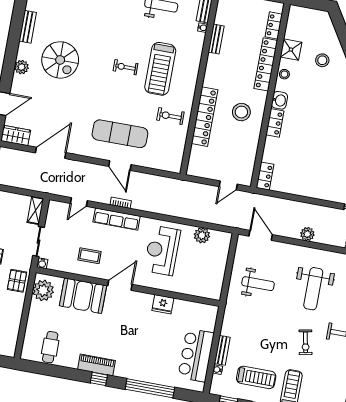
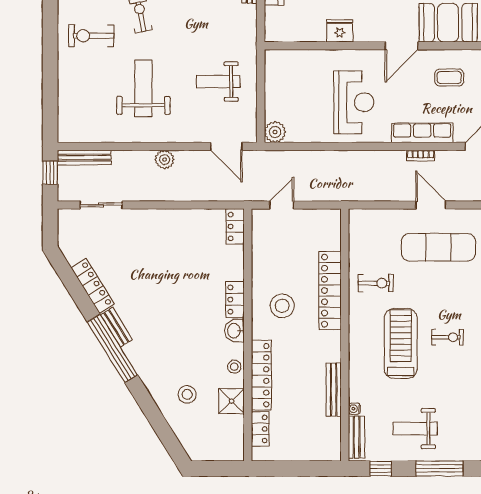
bench: (216, 39) -> (334, 390), width x1.36
plant: (202, 235) -> (275, 132), moved

